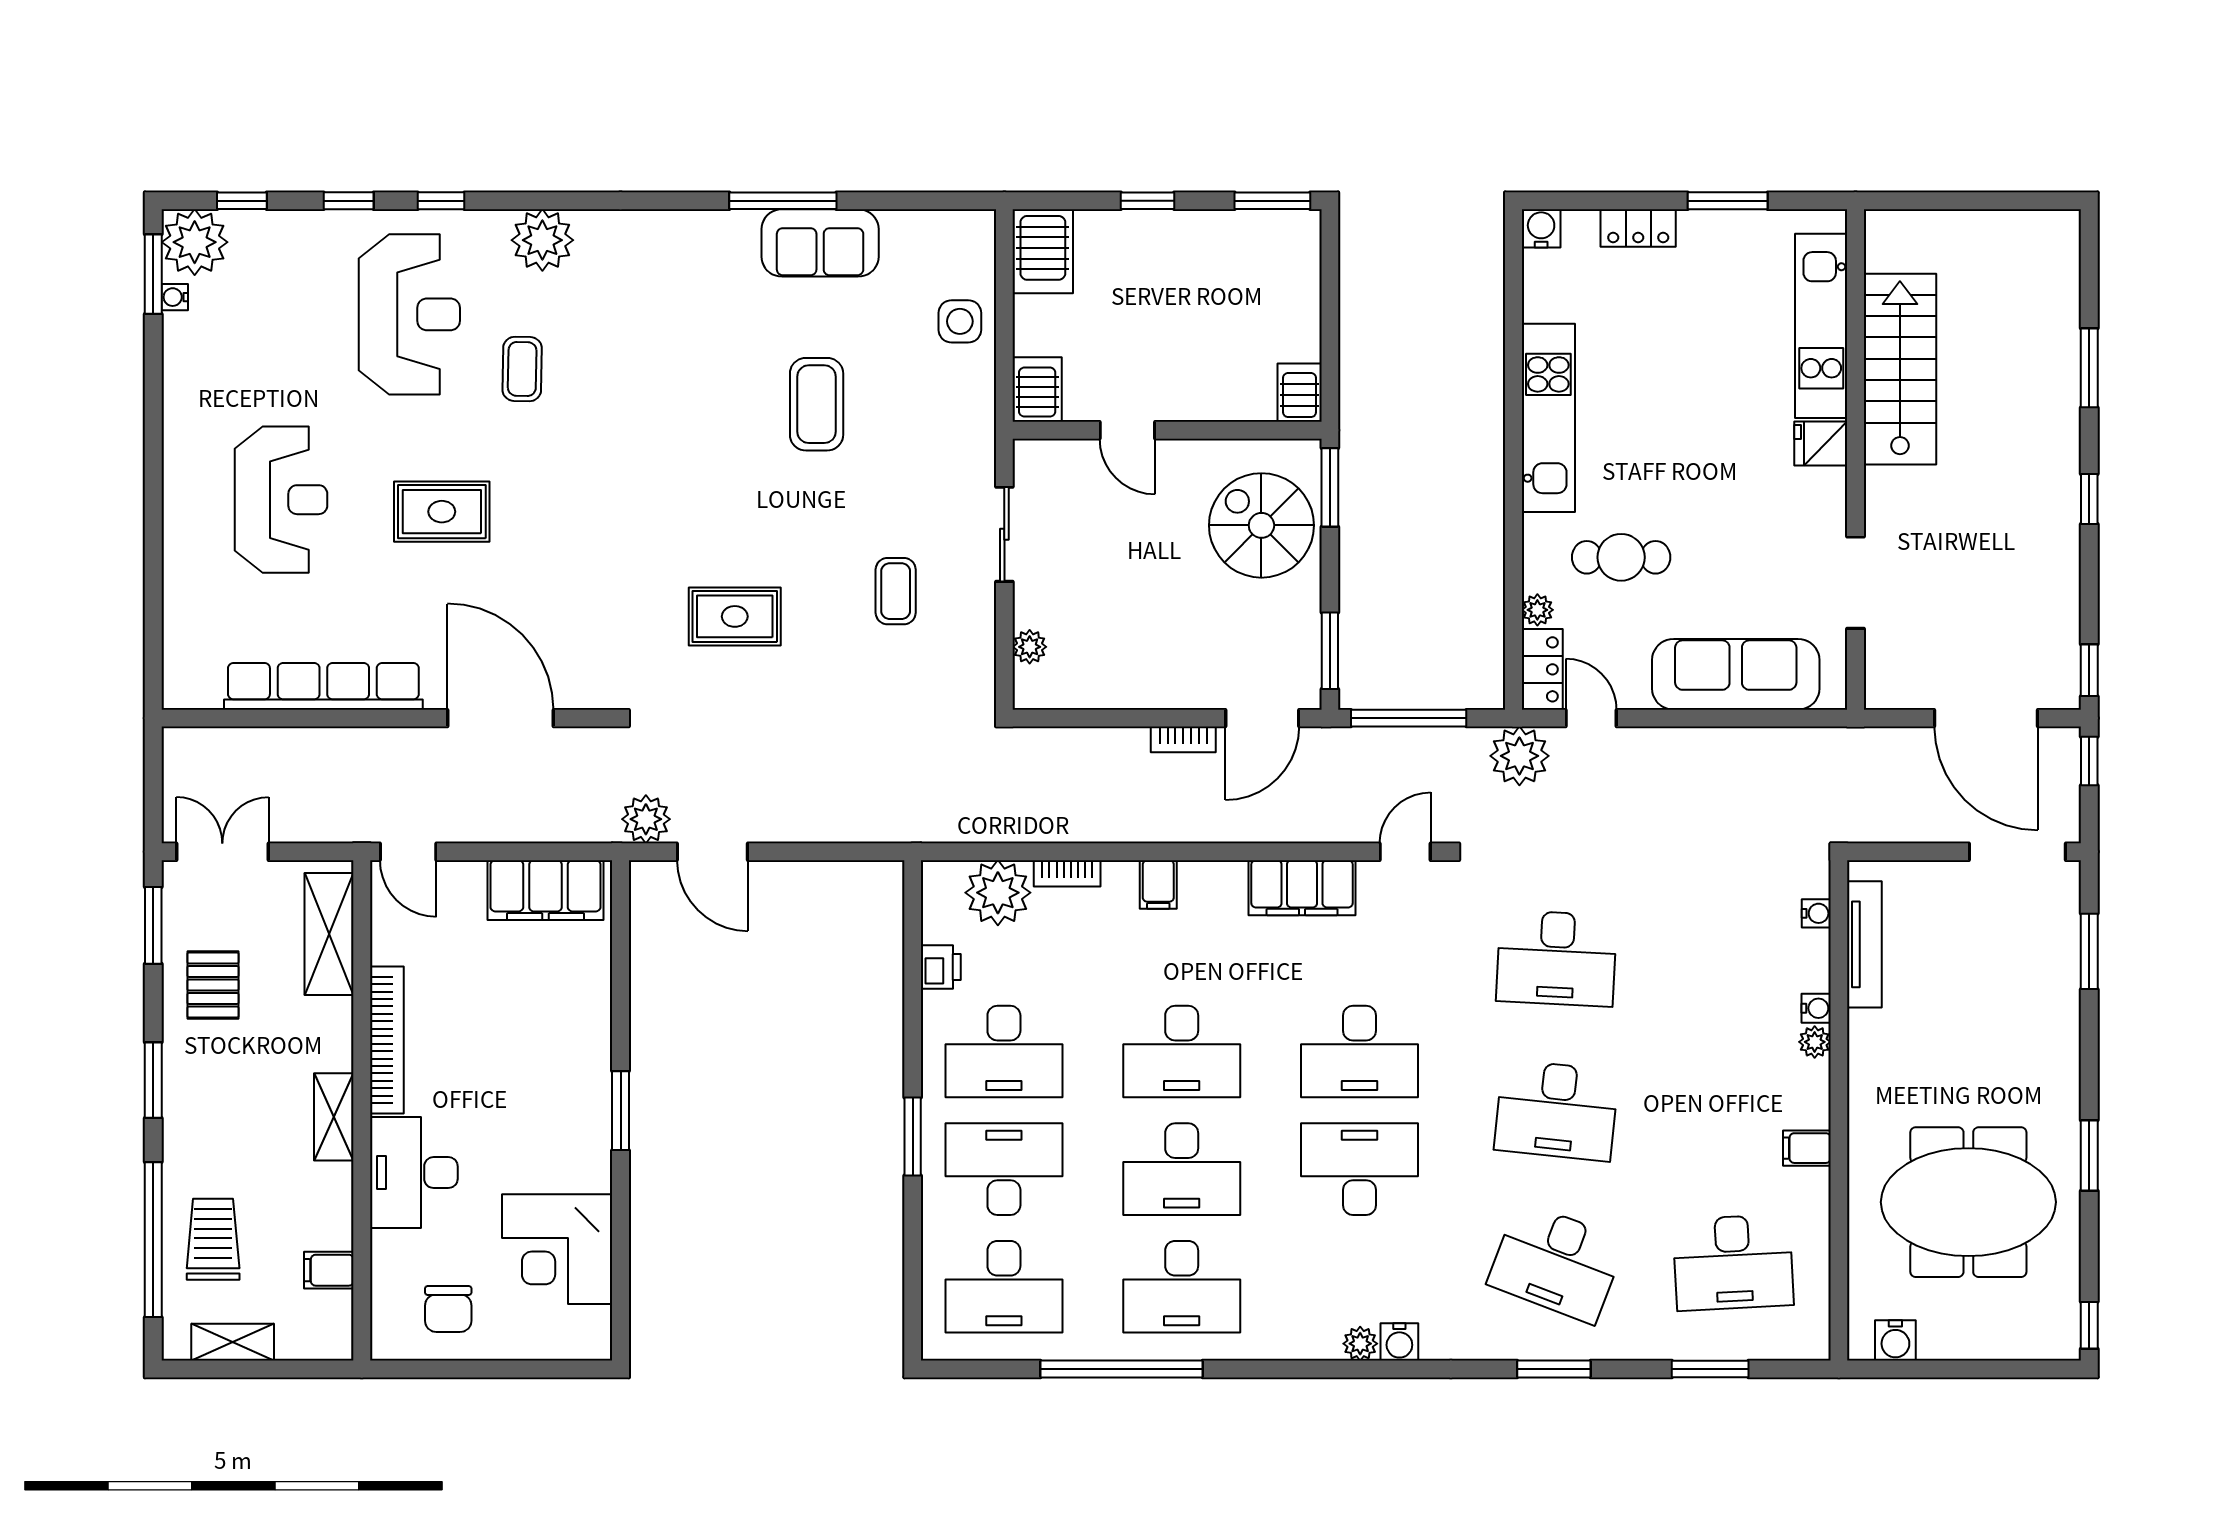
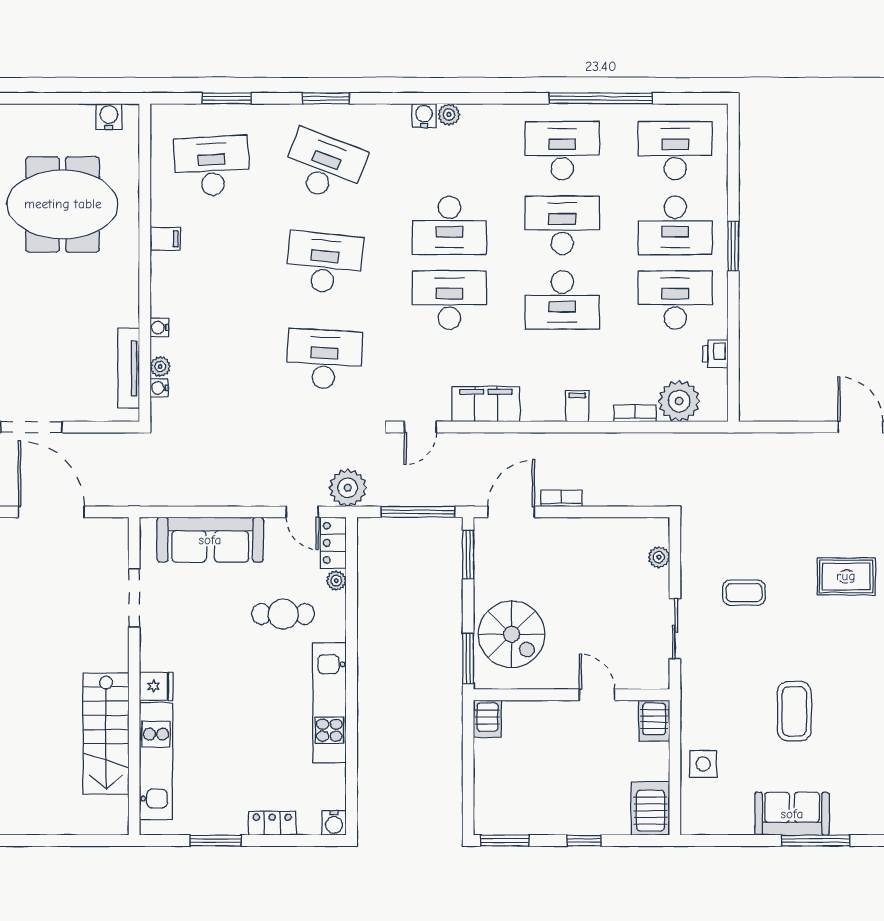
coffee table: (896, 591) -> (744, 593), turned 90
plant: (1815, 1042) -> (160, 367), moved
desk: (1182, 1052) -> (562, 300), turned 180

